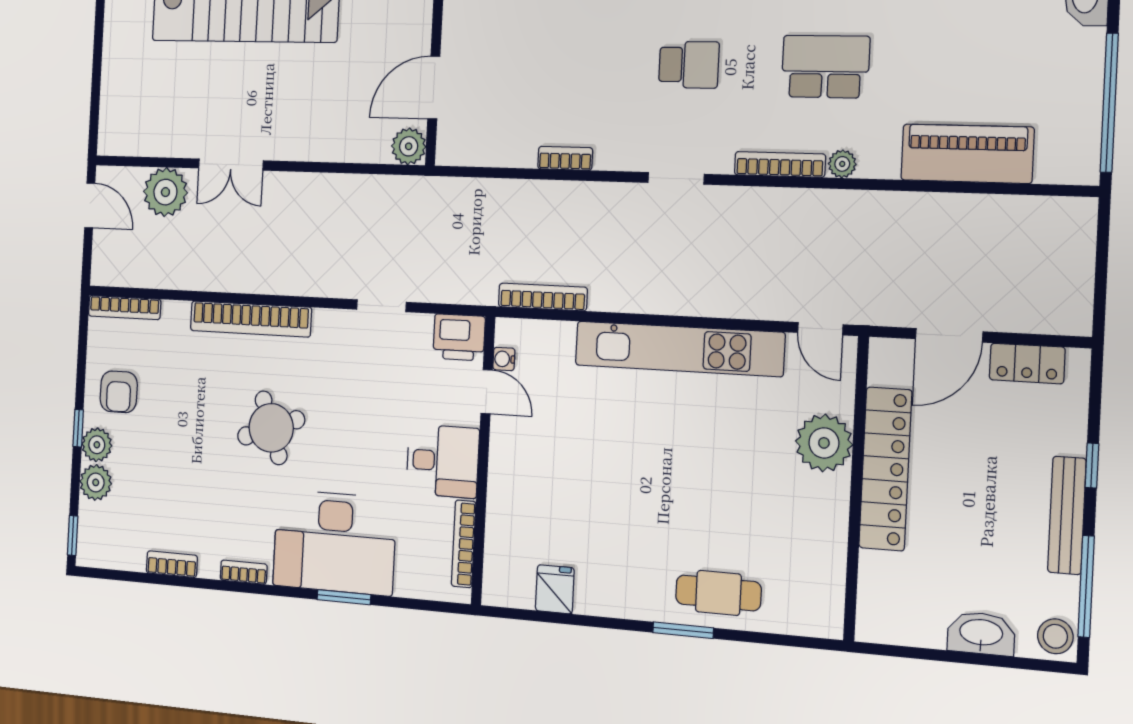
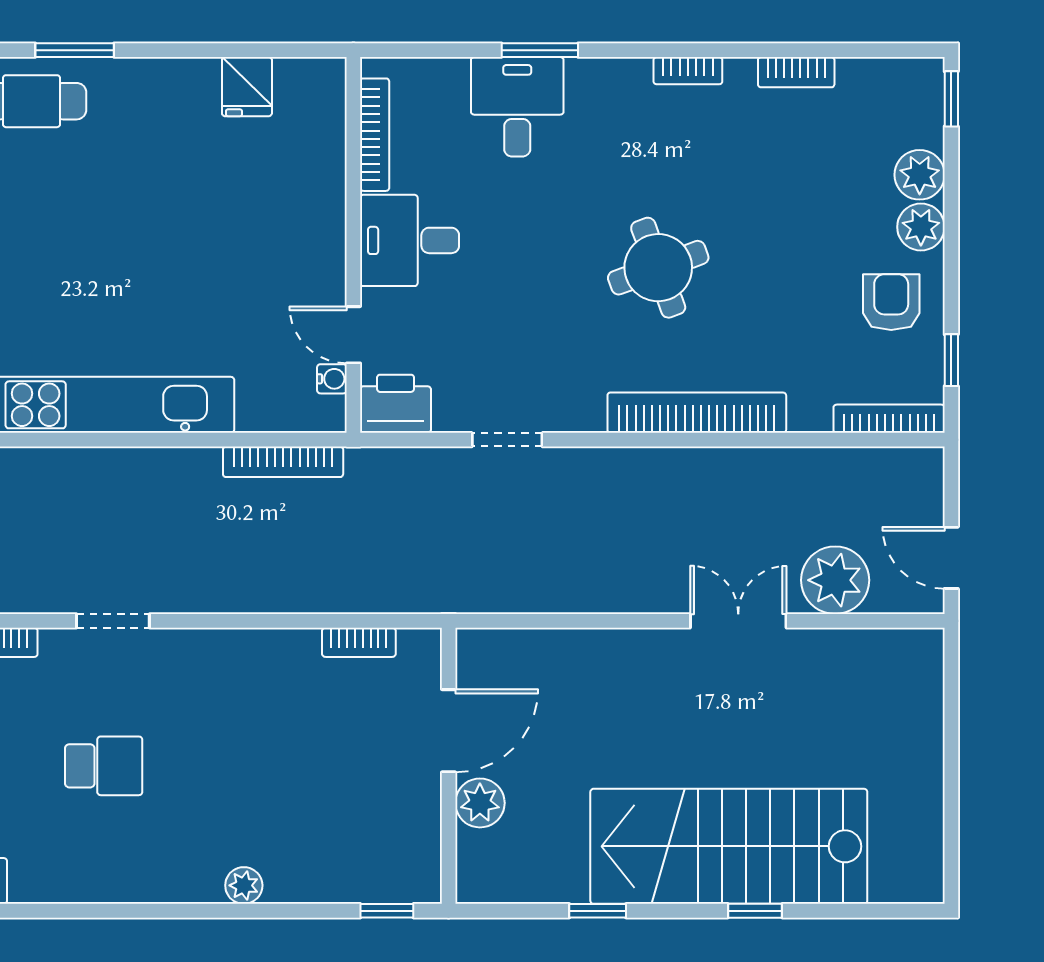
school desk: (689, 65) -> (104, 766), turned 180
plant: (409, 146) -> (480, 803), moved
bookcase: (565, 158) -> (359, 642), moved
window: (78, 428) -> (951, 360), moved
desk: (334, 542) -> (517, 107), width x0.53, depth x0.77

